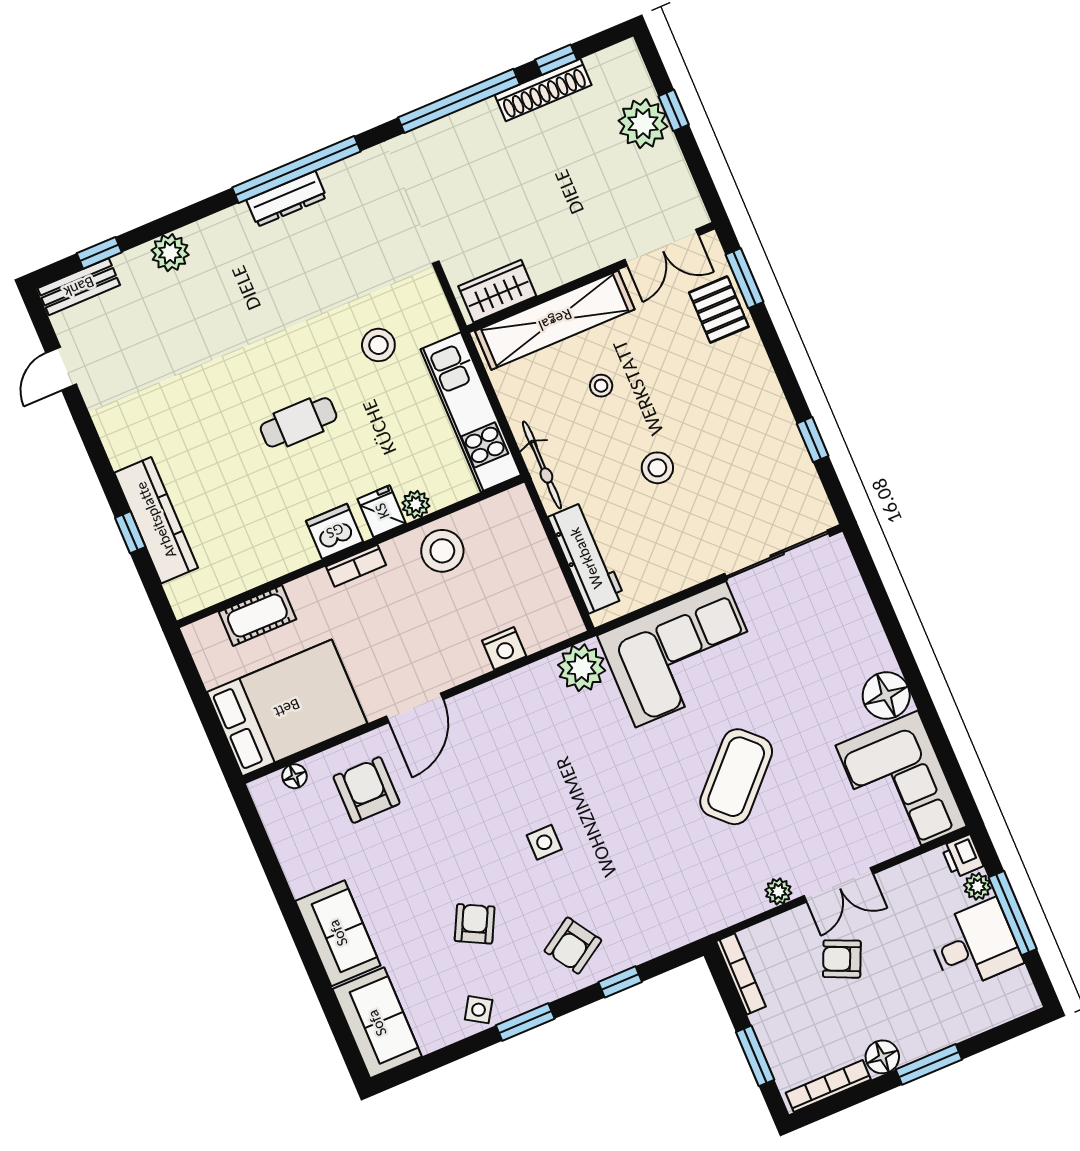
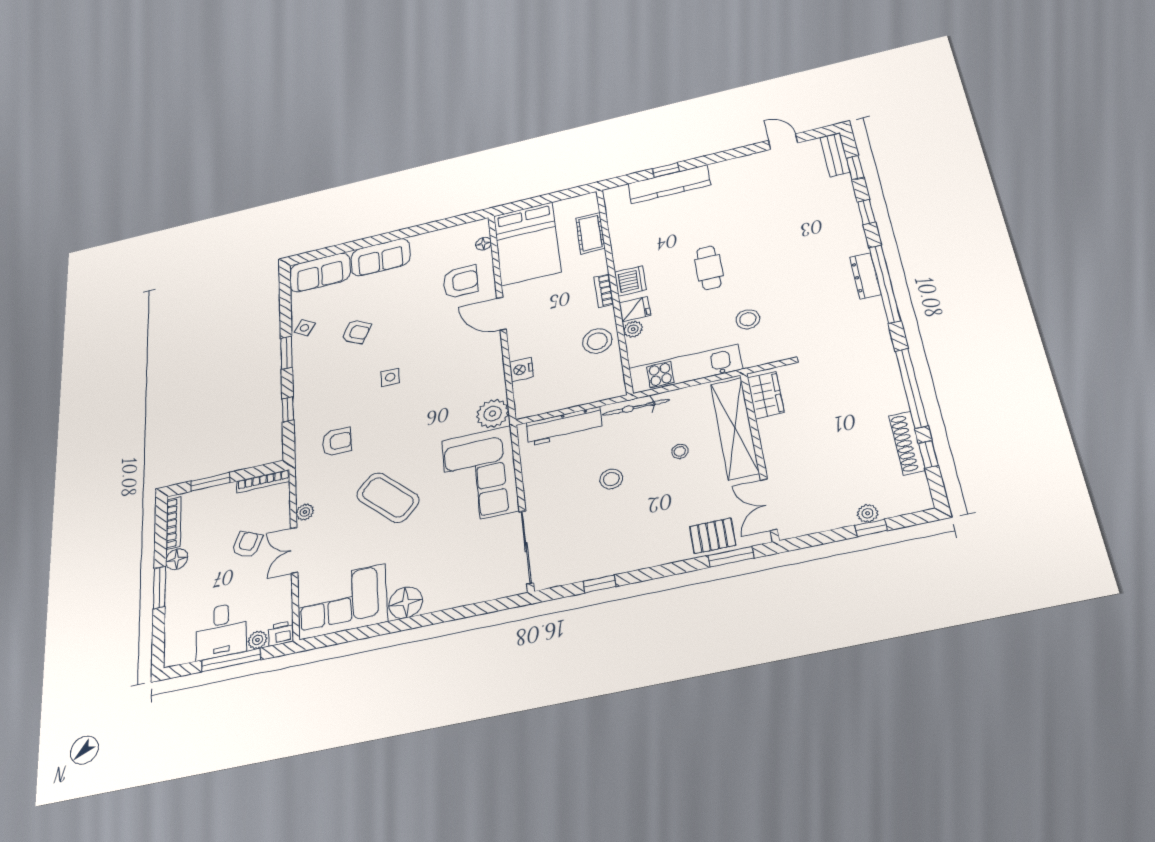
plant: (643, 124) -> (868, 513), width x0.53, depth x0.53
window: (177, 220) -> (866, 212), added
plant: (170, 253) -> (845, 206), removed
armchair: (573, 946) -> (337, 442), moved, turned 123

